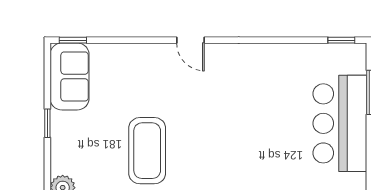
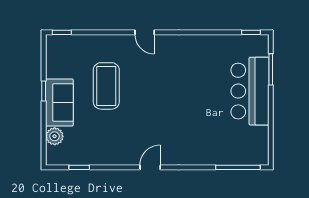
sofa: (70, 76) -> (59, 103), moved
coffee table: (147, 151) -> (106, 86), moved

